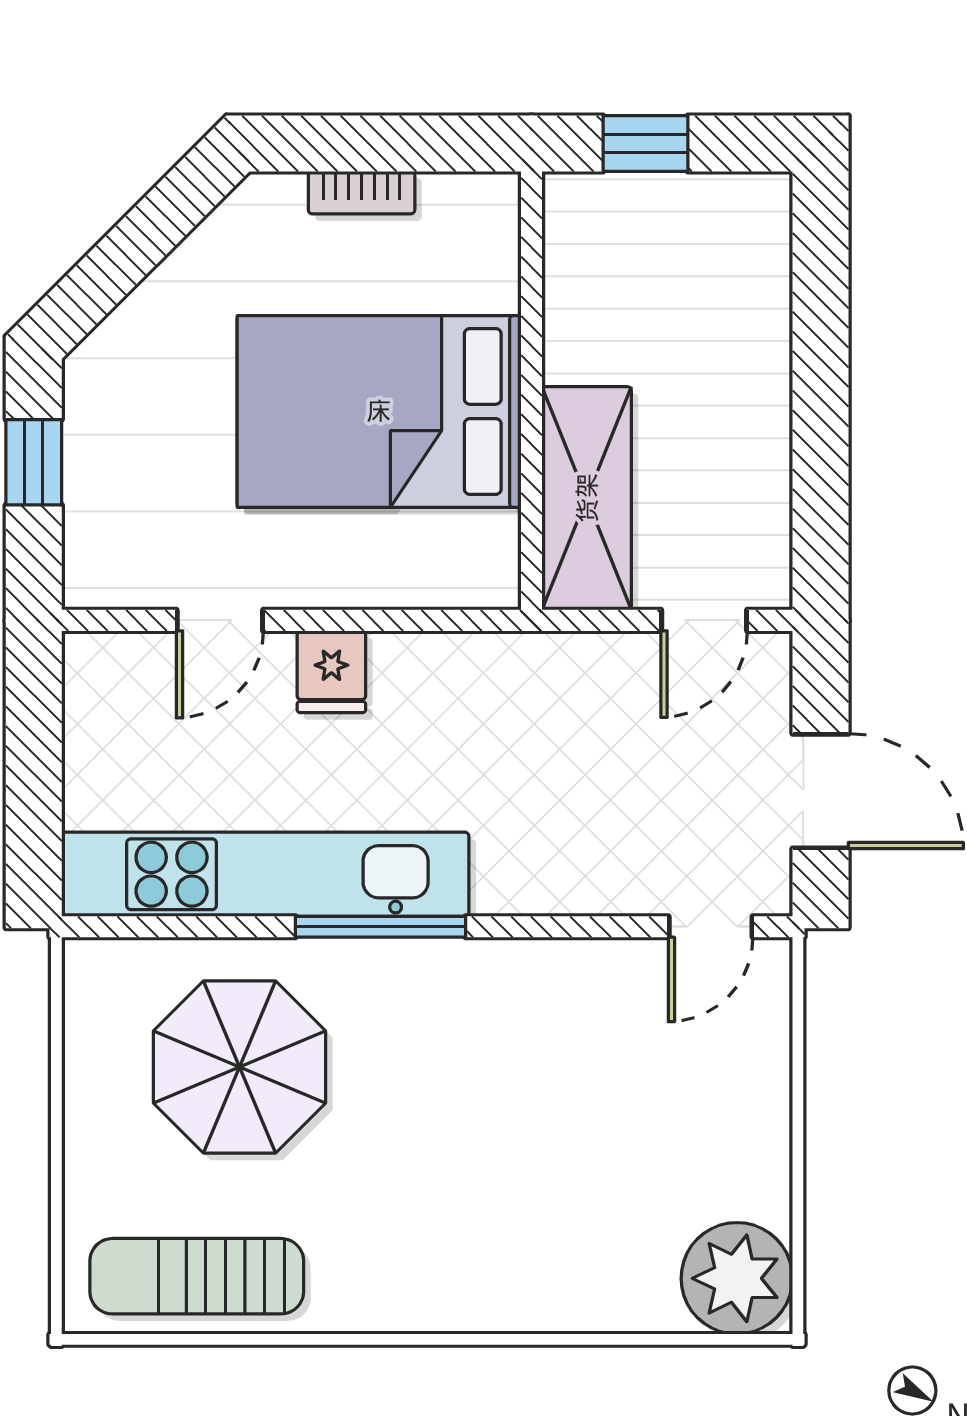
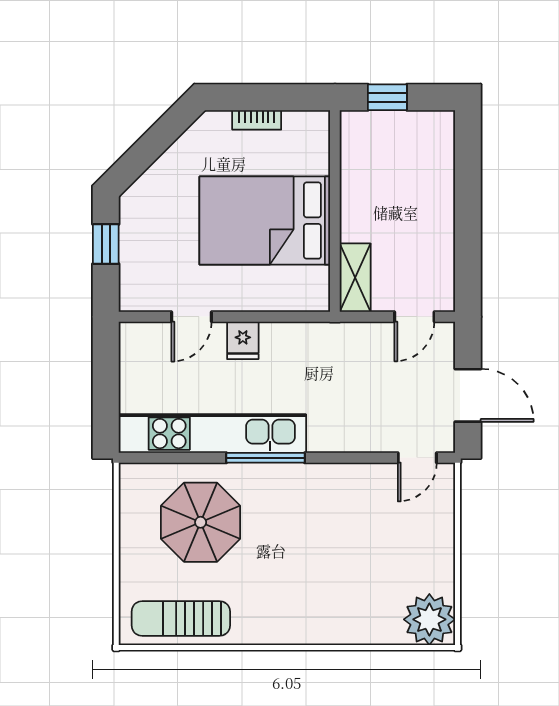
shelving: (587, 498) -> (355, 278), width x0.67, depth x0.75

